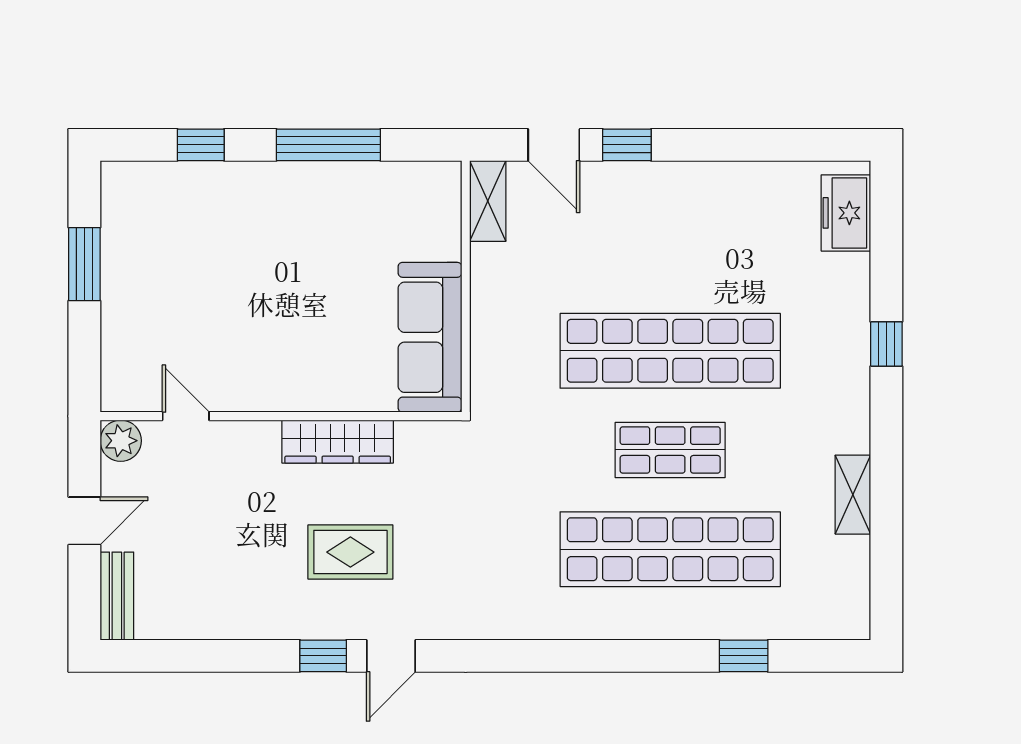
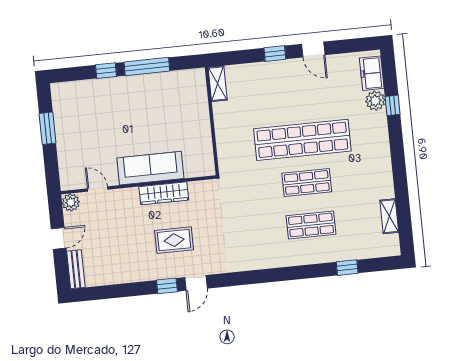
window: (201, 145) -> (106, 71), moved
door: (554, 145) -> (313, 50), moved
plant: (848, 277) -> (375, 101), added
sofa: (430, 337) -> (150, 168), moved, turned 90
window: (886, 344) -> (393, 105), moved
shelving: (853, 495) -> (389, 216), moved
shop shelf: (670, 549) -> (311, 225), width x0.50, depth x0.74

